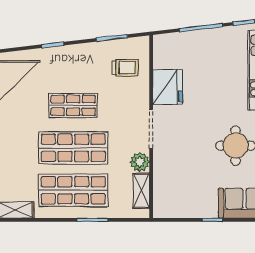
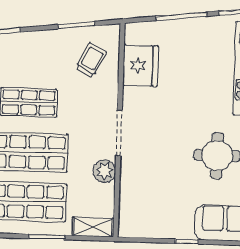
trolley: (125, 68) -> (91, 60), turned -63
fridge: (168, 87) -> (141, 66), moved
shelving: (141, 191) -> (93, 227), moved, turned 90

